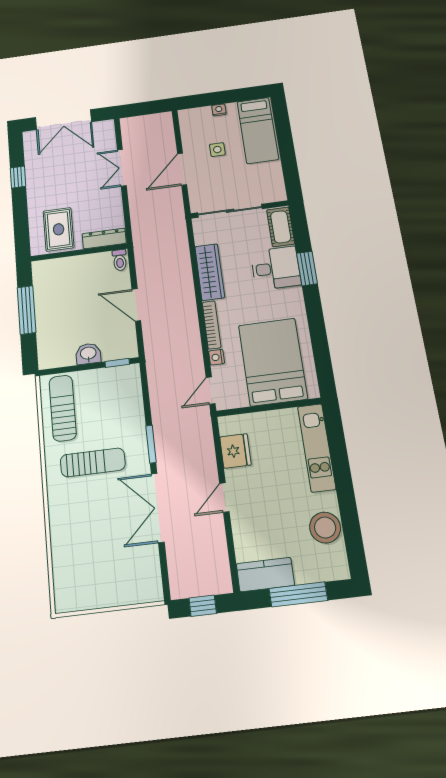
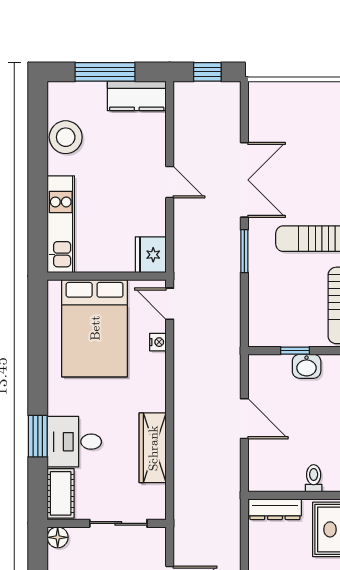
floor lamp: (278, 194) -> (58, 537), added
sliding door: (230, 211) -> (118, 523), width x0.73
toilet: (120, 260) -> (314, 478), moved
bookcase: (212, 325) -> (159, 382), removed
window: (117, 363) -> (295, 351), moved
door: (211, 391) -> (170, 304), swing flipped
fridge: (235, 451) -> (151, 255), moved
door: (224, 498) -> (170, 182), hinge flipped

